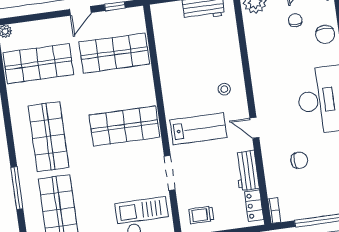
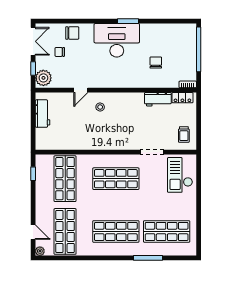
door: (80, 11) -> (33, 232), moved
shop shelf: (124, 126) -> (116, 179), turned 90
door: (254, 128) -> (81, 90), moved
lab bench: (198, 129) -> (125, 128), removed

